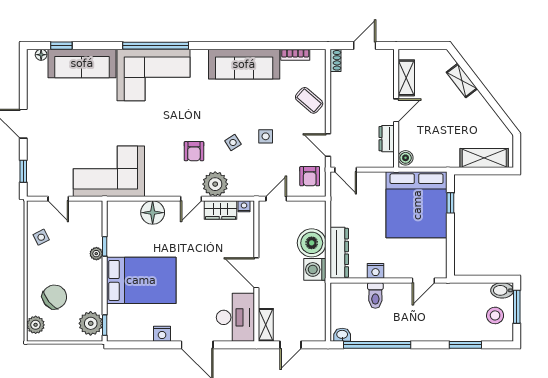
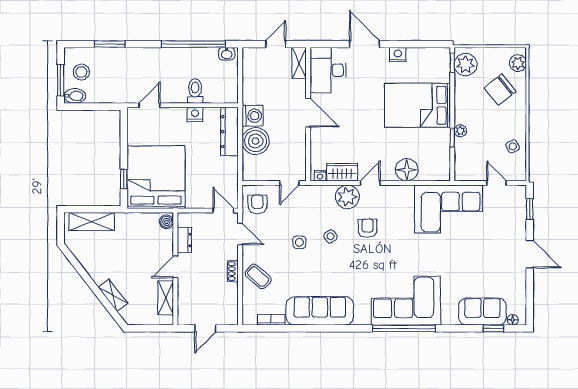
shoe rack: (336, 60) -> (233, 271), moved
sofa: (82, 63) -> (482, 312), width x0.73

